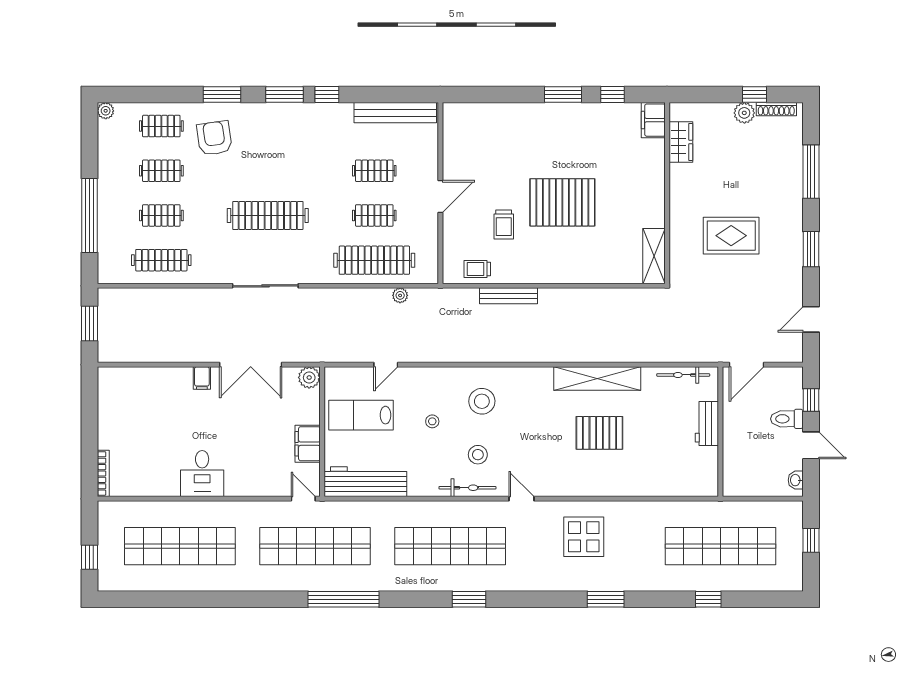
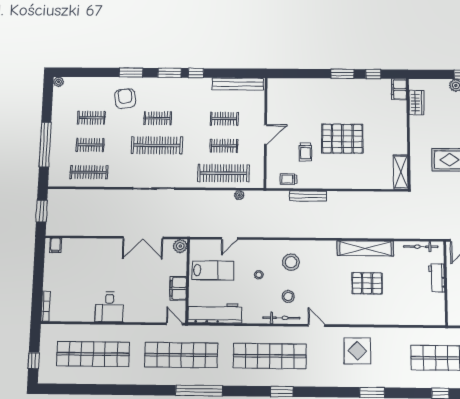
clothes rail: (161, 126) -> (158, 118), moved
filing cabinet: (202, 378) -> (56, 245), moved
lab bench: (361, 415) -> (213, 270), turned 180

